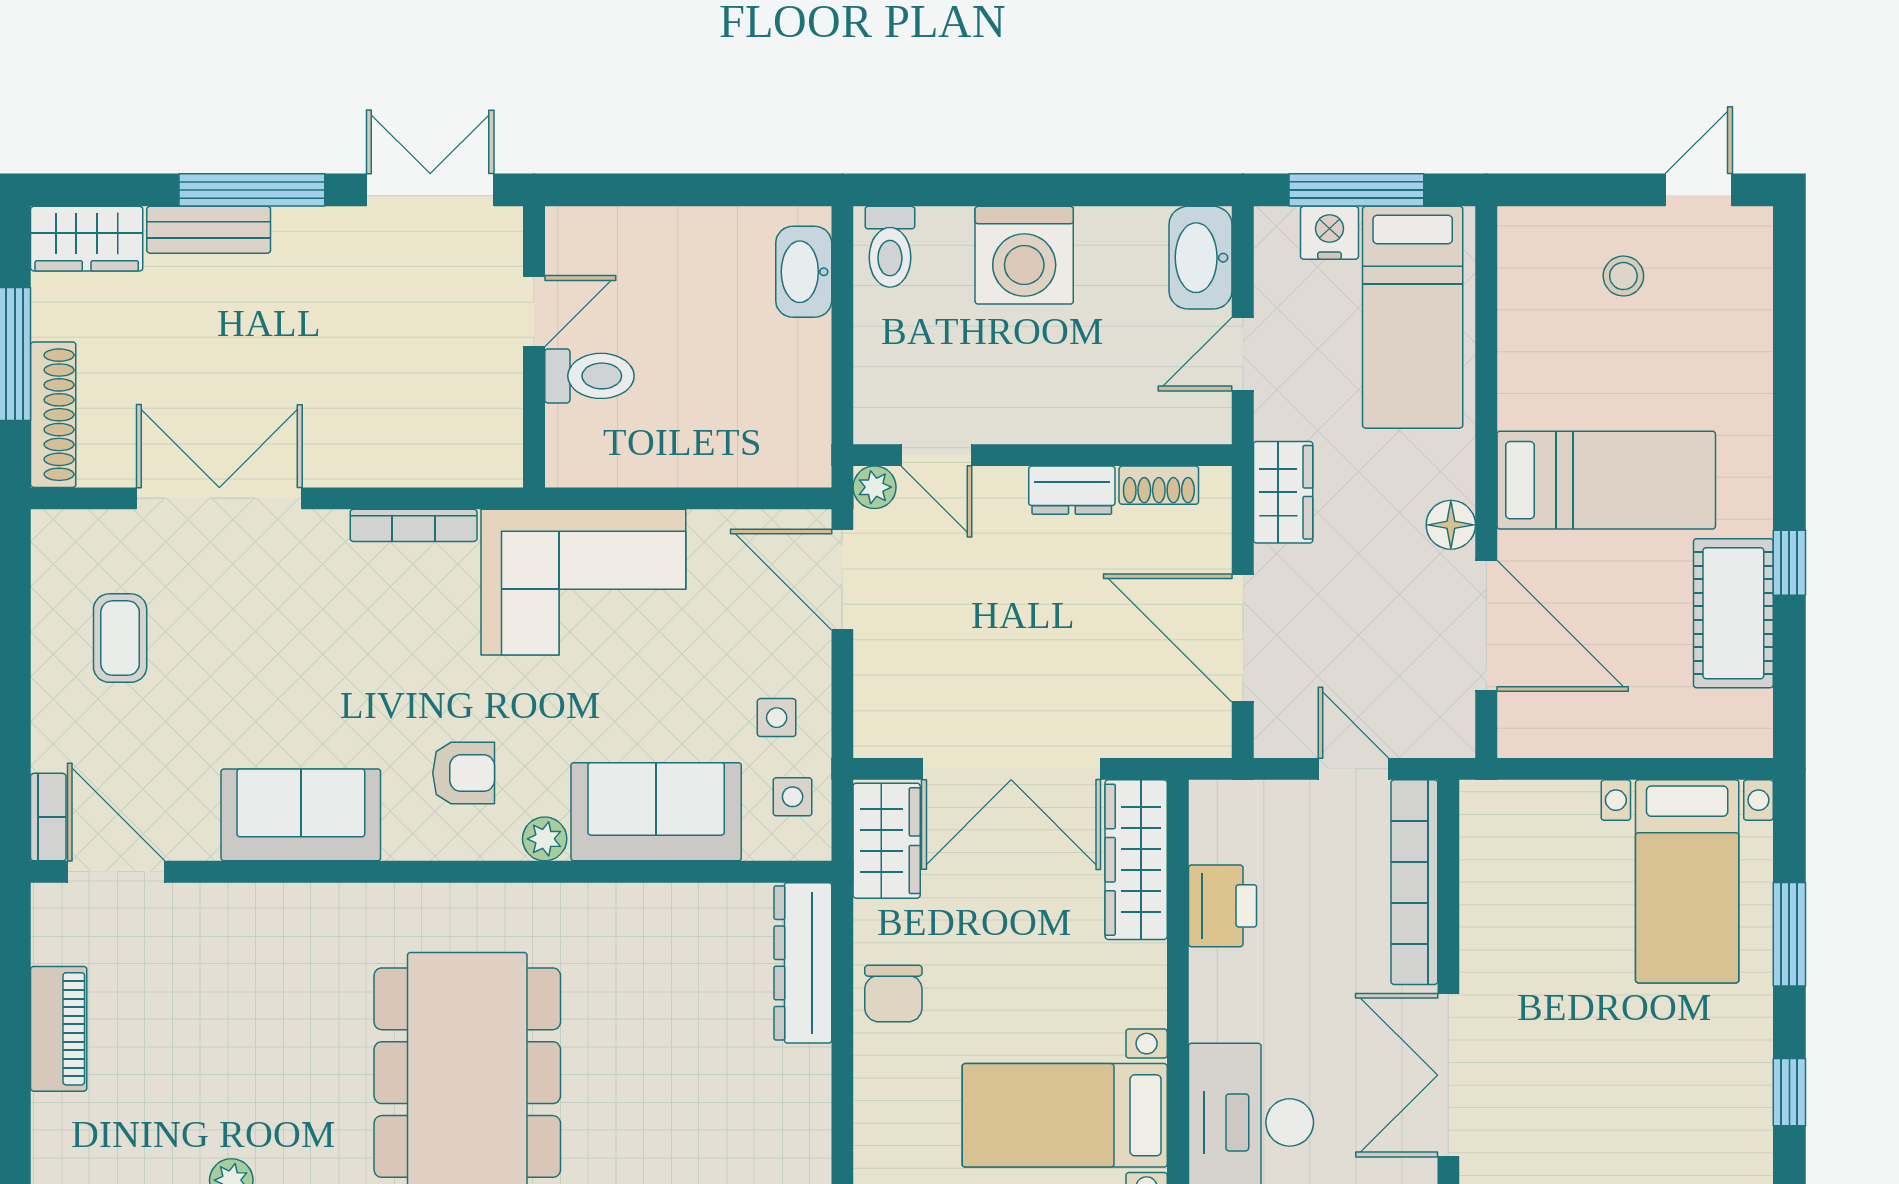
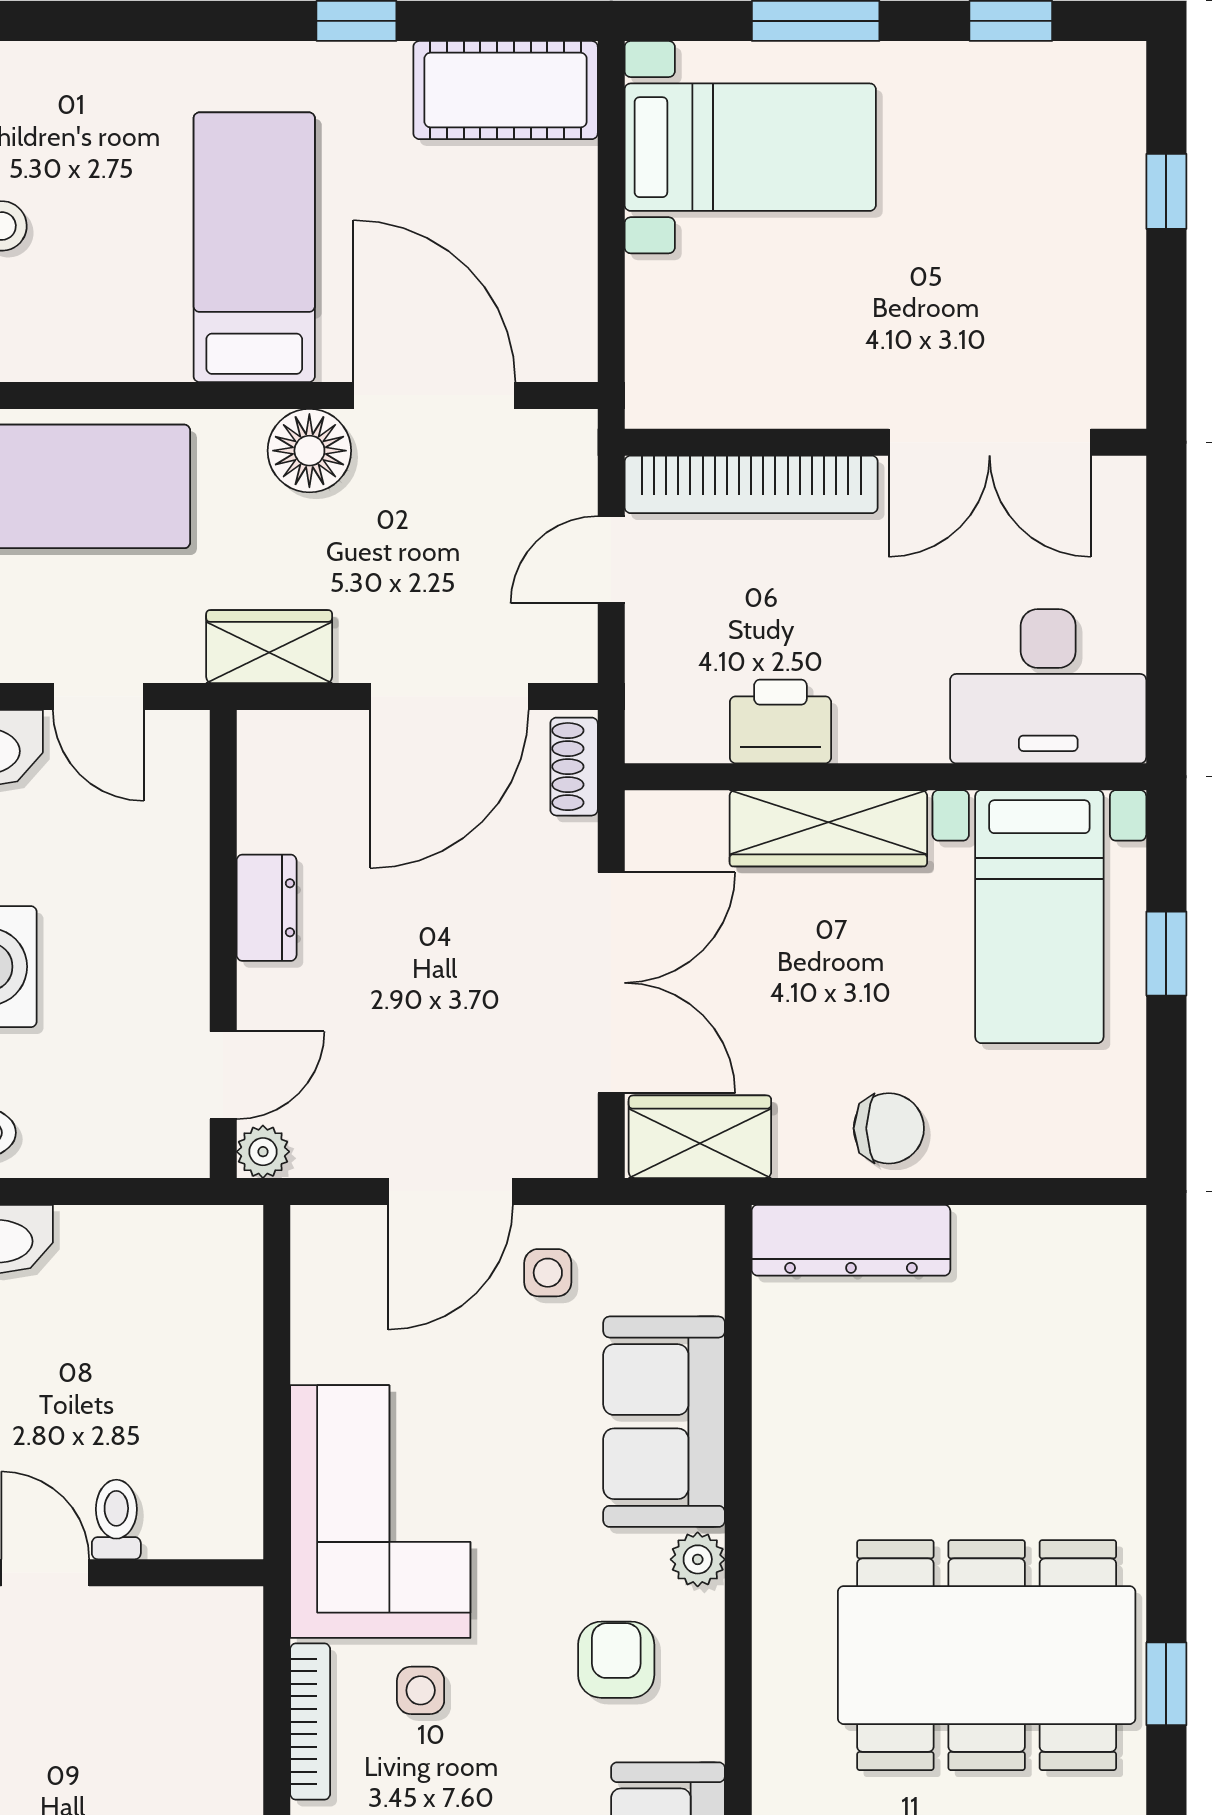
toilet: (589, 376) -> (116, 1520), width x0.73, depth x0.72
shoe rack: (1159, 485) -> (574, 767), moved, turned 180
floor lamp: (1451, 525) -> (309, 451), width x1.38, depth x1.38
door: (842, 580) -> (451, 1191), moved
cot: (1733, 613) -> (506, 90), moved
door: (1486, 626) -> (434, 395), hinge flipped
side table: (793, 797) -> (421, 1690), moved
wardrobe: (1136, 860) -> (828, 828), moved

